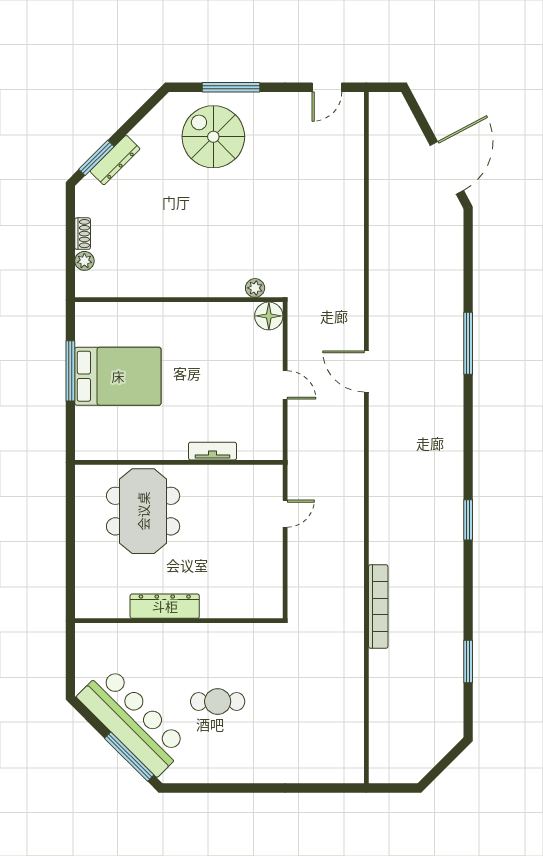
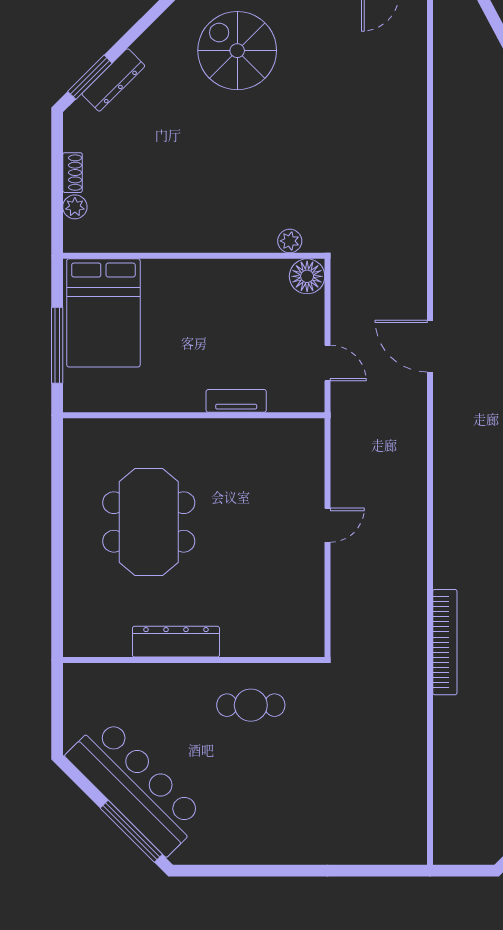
bed: (118, 376) -> (103, 313), moved, turned 90
tv unit: (212, 451) -> (236, 401), moved
wall: (179, 462) -> (194, 415), moved
cafe table: (218, 701) -> (251, 705), moved

